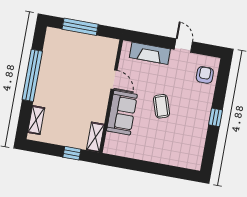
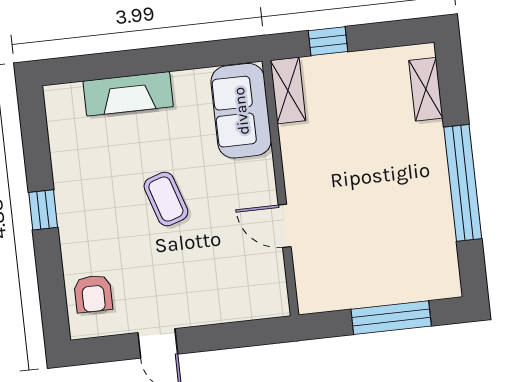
fireplace: (150, 53) -> (128, 94), moved, turned 180
sofa: (122, 113) -> (241, 111), moved

